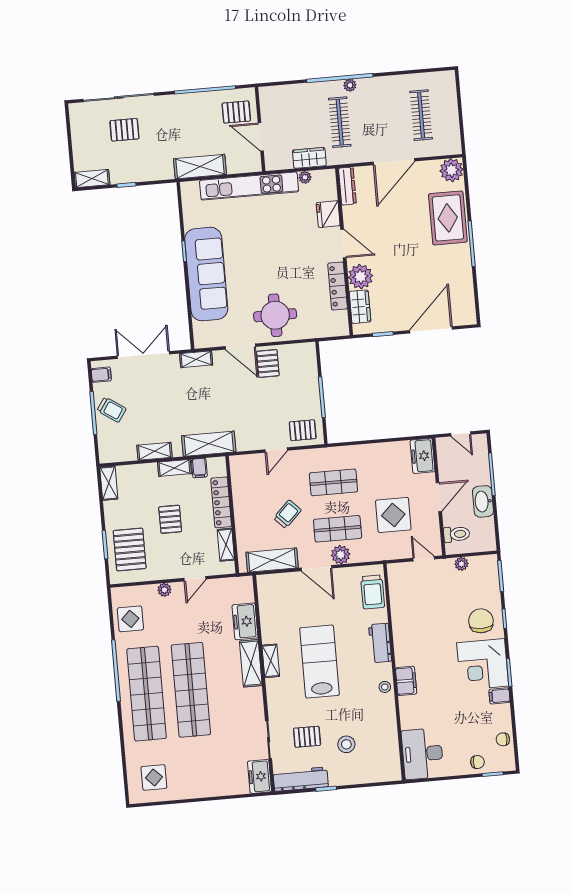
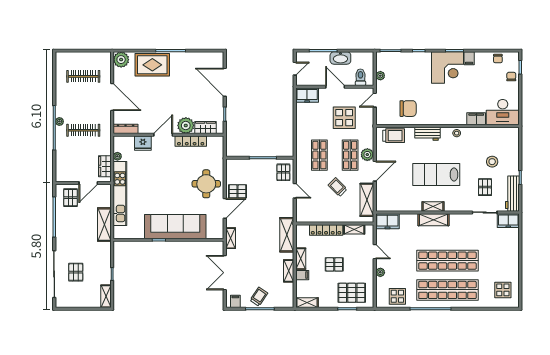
wardrobe: (309, 158) -> (105, 166), moved
filing cabinet: (199, 468) -> (302, 275), moved
freezer: (245, 621) -> (387, 221), moved
chair: (481, 621) -> (408, 109), moved, turned 180
filing cabinet: (406, 681) -> (476, 119), moved

